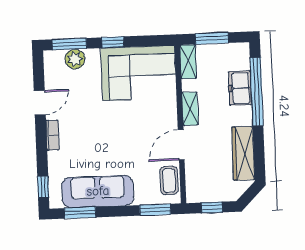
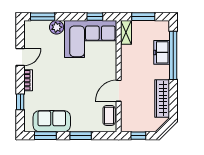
window: (113, 42) -> (95, 17), moved
plant: (75, 59) -> (57, 27), moved
shelving: (190, 109) -> (126, 65), removed
window: (43, 187) -> (20, 102), moved
sofa: (98, 191) -> (52, 121), width x0.73
window: (155, 210) -> (81, 136), moved

